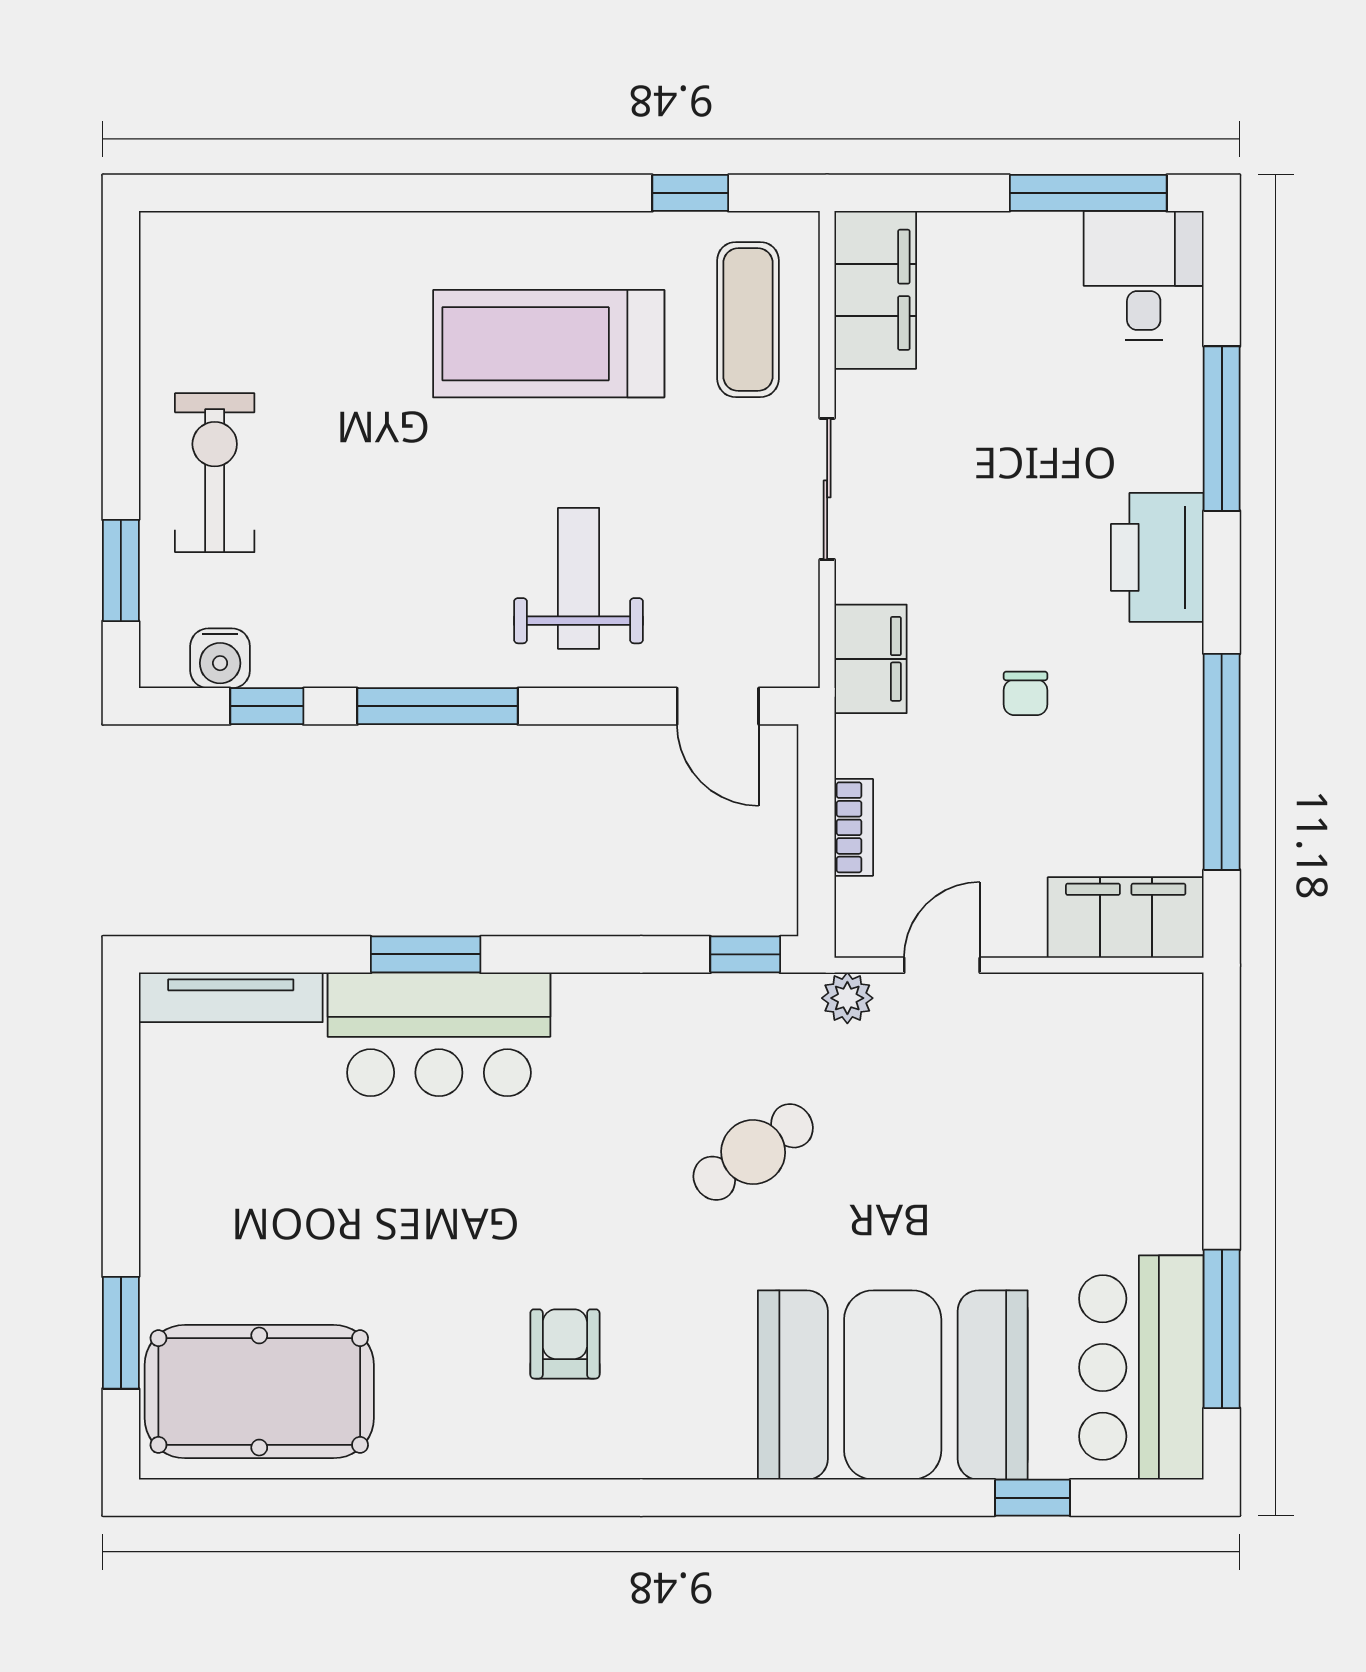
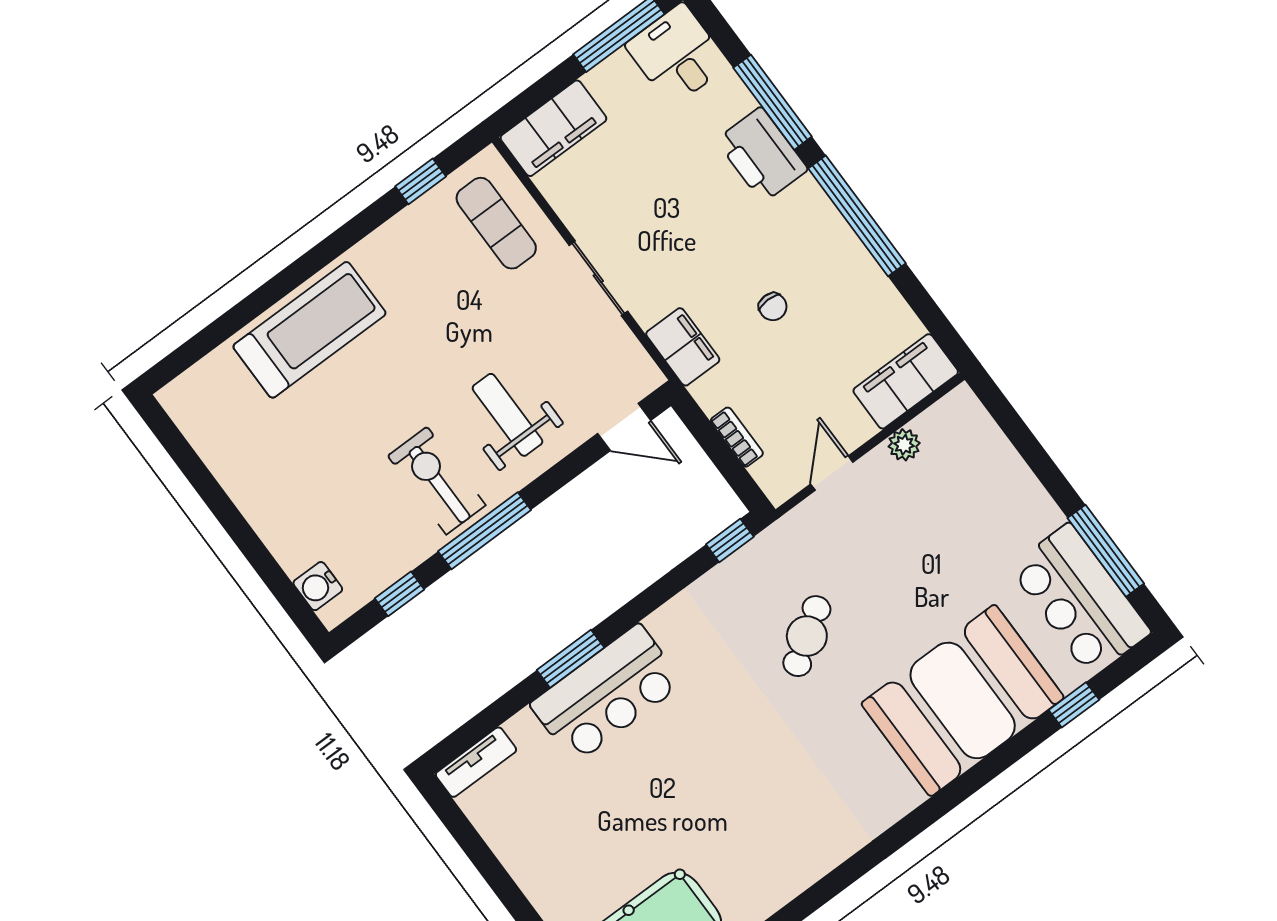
filing cabinet: (875, 290) -> (553, 128), moved, turned 90
treadmill: (549, 344) -> (310, 330), moved, turned 180
exercise bike: (215, 473) -> (437, 481), moved
printer: (1157, 557) -> (762, 155), moved
window: (121, 570) -> (277, 580), removed
water cooler: (220, 658) -> (318, 586), moved, turned 90
window: (1222, 762) -> (857, 216), moved
tv unit: (231, 997) -> (476, 762), width x0.71
plant: (847, 998) -> (904, 445), moved
armchair: (565, 1344) -> (784, 801), removed

